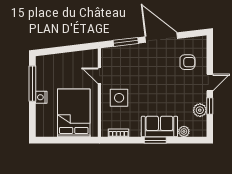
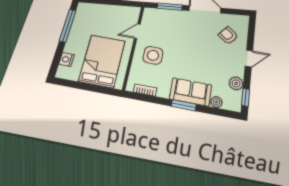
armchair: (187, 62) -> (228, 35), turned -142
door: (99, 76) -> (137, 31), hinge flipped
nightstand: (41, 97) -> (67, 59), moved
window: (210, 106) -> (246, 97), moved

